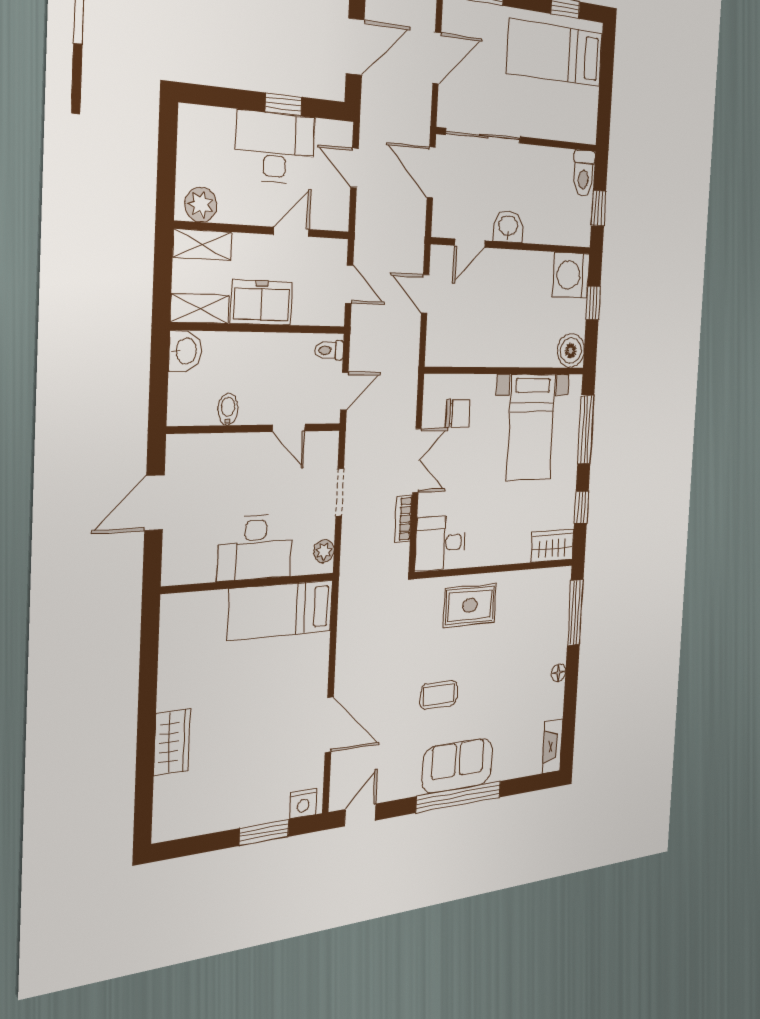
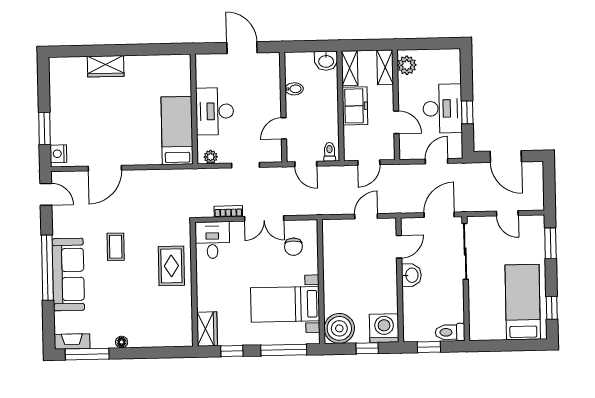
door: (437, 58) -> (507, 213), width x0.73
door: (470, 243) -> (399, 247), swing flipped
boiler: (571, 351) -> (339, 328), width x1.37, depth x1.37
window: (575, 613) -> (87, 354), moved
sofa: (457, 766) -> (68, 274), width x1.36

